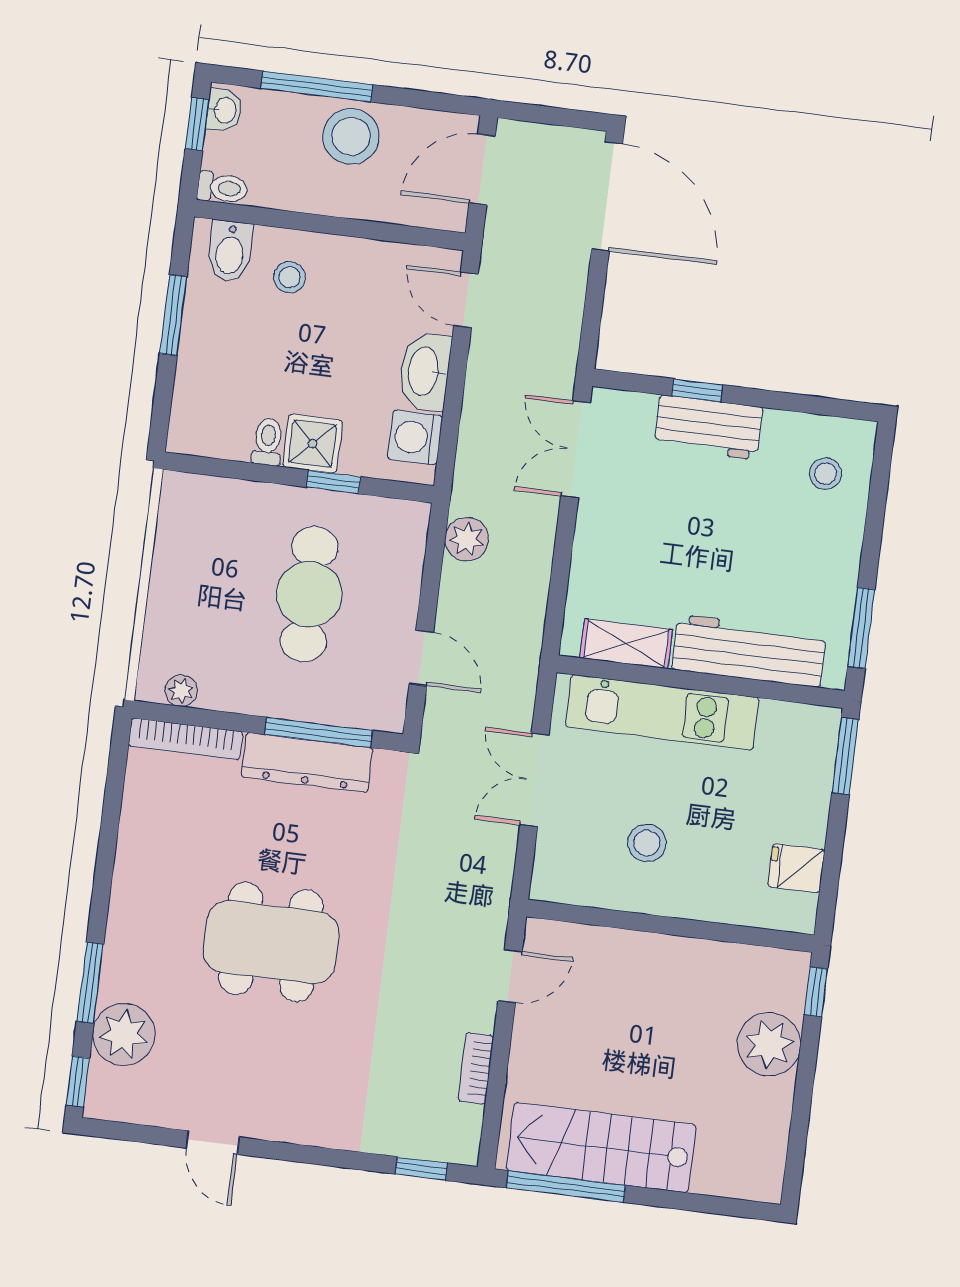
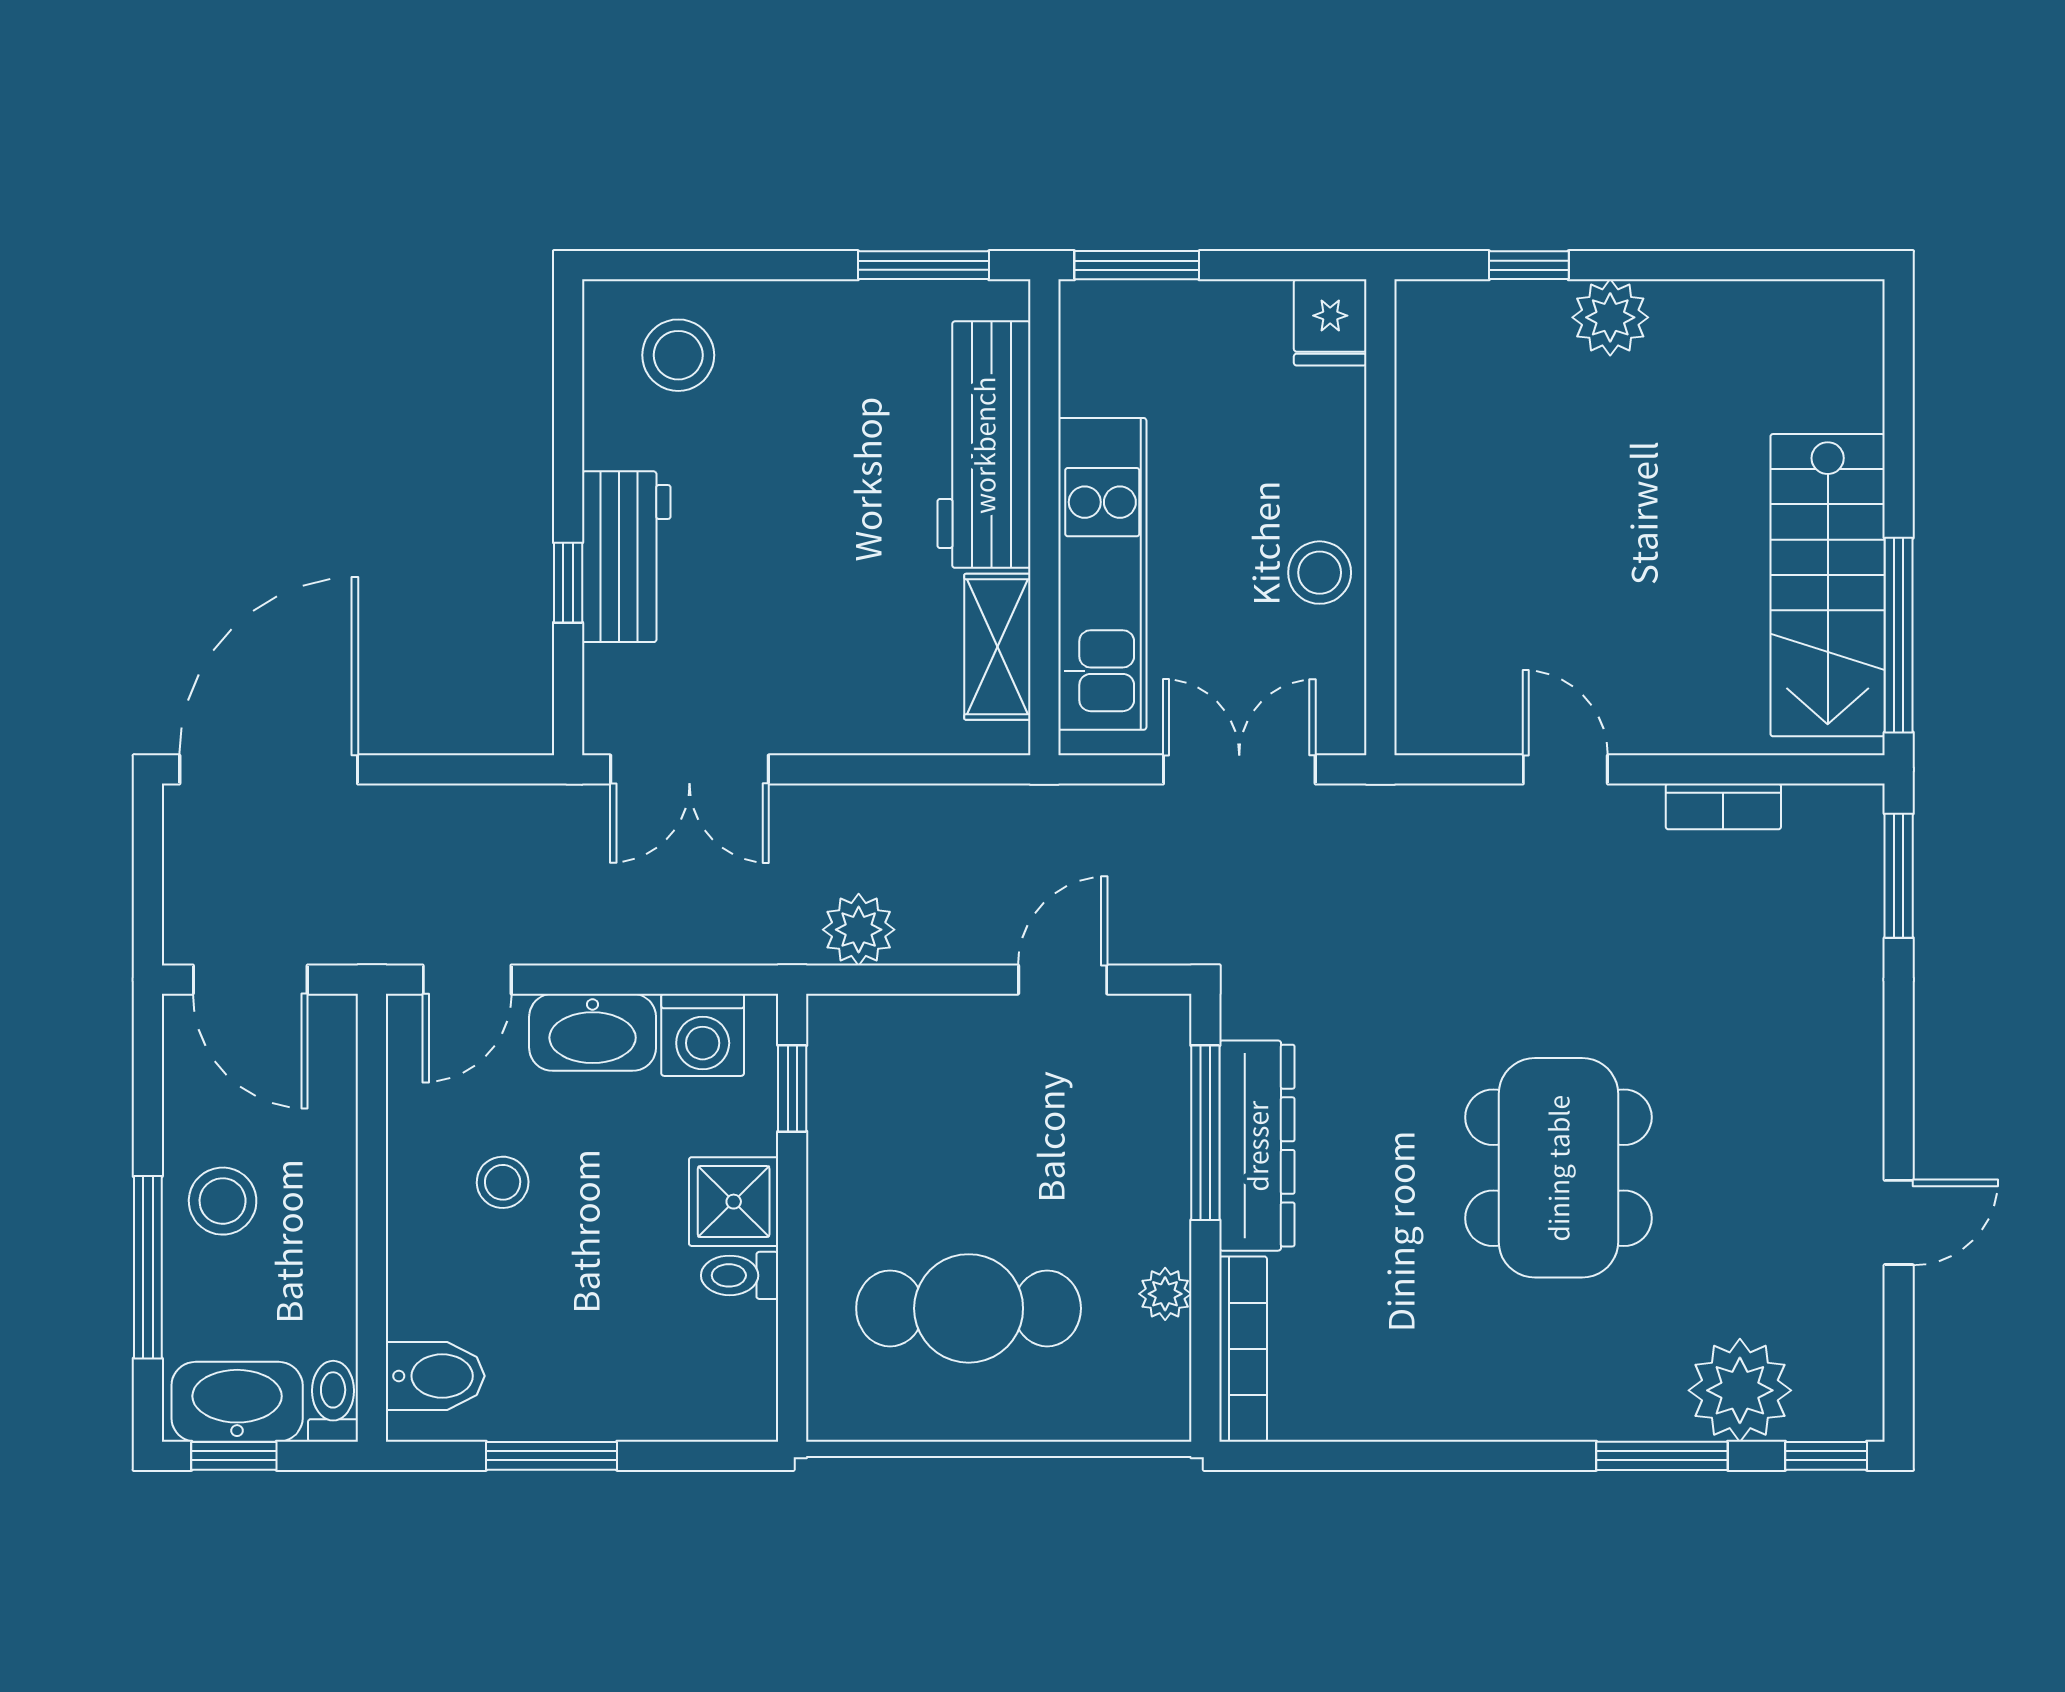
washbasin: (224, 110) -> (237, 1402), width x1.91, depth x1.45
stool: (351, 136) -> (223, 1201), width x0.73, depth x0.73
stool: (290, 277) -> (503, 1182), moved
stool: (826, 474) -> (678, 355), width x1.37, depth x1.37
window: (334, 482) -> (792, 1088), moved
cafe table: (309, 594) -> (969, 1308), moved
plant: (181, 691) -> (1165, 1294), moved
double door: (534, 780) -> (1239, 769), swing flipped
wall: (670, 926) -> (1380, 517), moved
plant: (769, 1044) -> (1610, 317), width x0.73, depth x0.73
window: (421, 1169) -> (1899, 876), width x1.50

